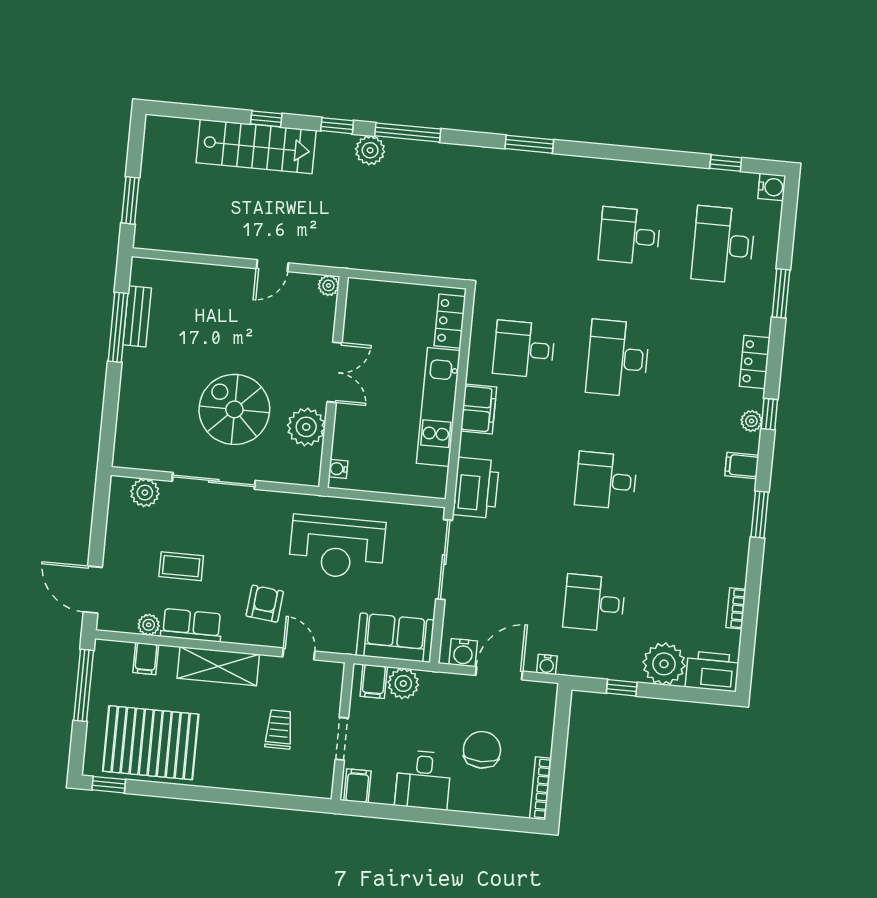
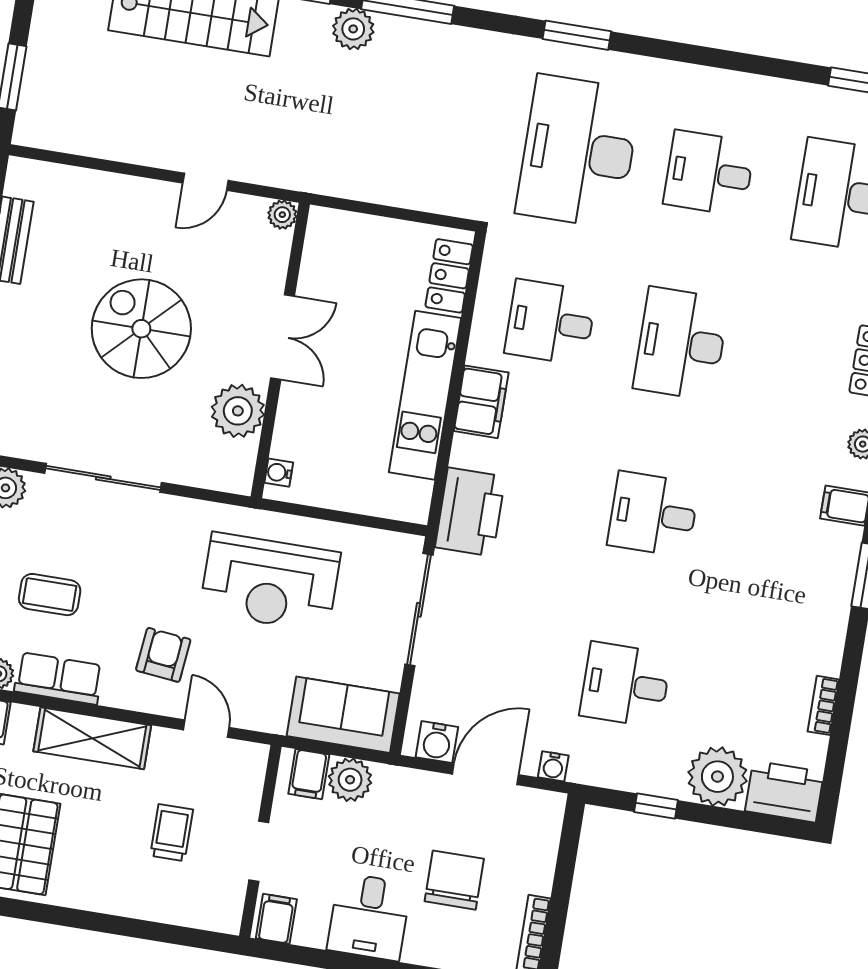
desk: (536, 227) -> (578, 152), added
spiral stairs: (234, 409) -> (141, 329), moved

